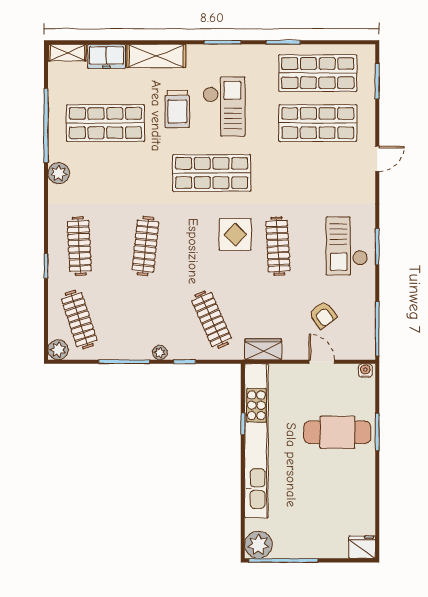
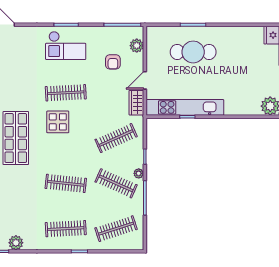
armchair: (323, 315) -> (113, 62), turned 127
clothes rail: (145, 320) -> (116, 183), added
plant: (58, 350) -> (137, 46), moved
door: (322, 362) -> (145, 80), moved
water cooler: (365, 371) -> (151, 33), removed
cafe table: (337, 432) -> (193, 52), turned 90
kitchen unit: (256, 441) -> (185, 107), width x0.73

